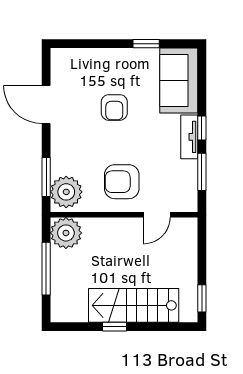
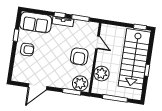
armchair: (114, 107) -> (27, 50), moved
plant: (66, 233) -> (101, 74), moved
stairs: (134, 305) -> (134, 59), width x1.36, depth x1.51

